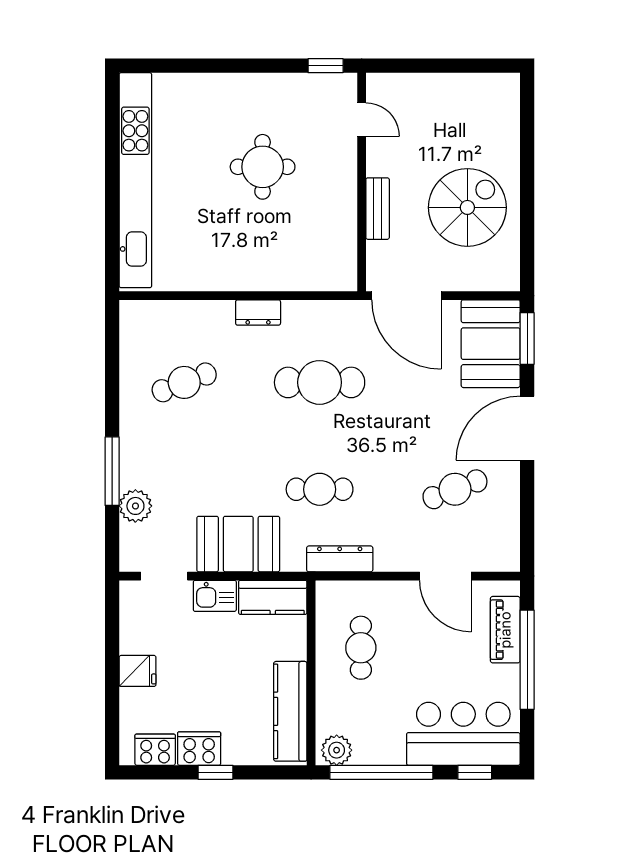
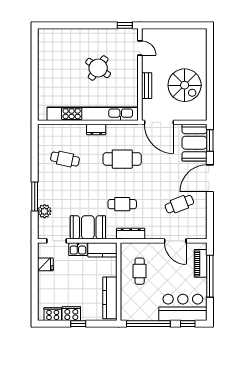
round table: (263, 167) -> (98, 68), turned 35
kitchen unit: (135, 180) -> (93, 114), moved, turned -90
spiral stairs: (467, 207) -> (185, 85), turned 90
cafe table: (184, 382) -> (65, 159), turned 33
fridge: (138, 671) -> (45, 264), moved
plant: (337, 750) -> (129, 314), removed

